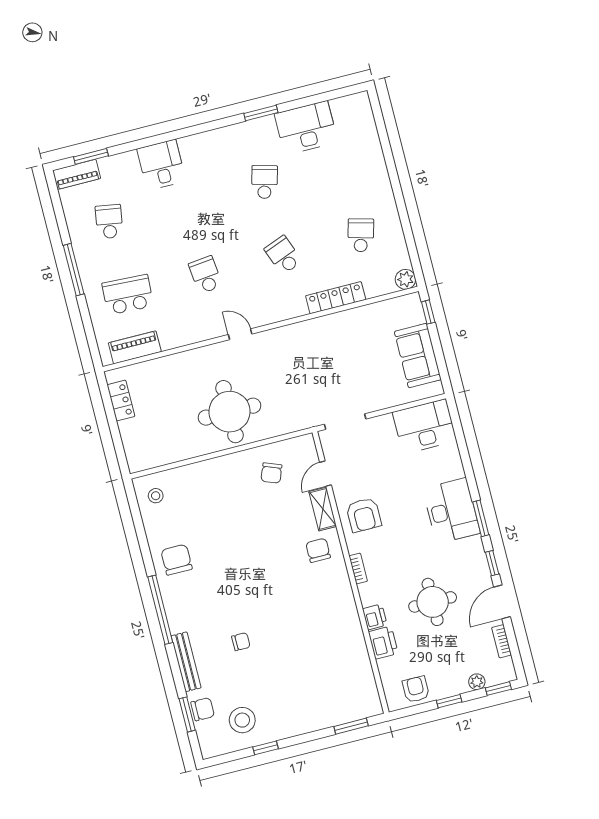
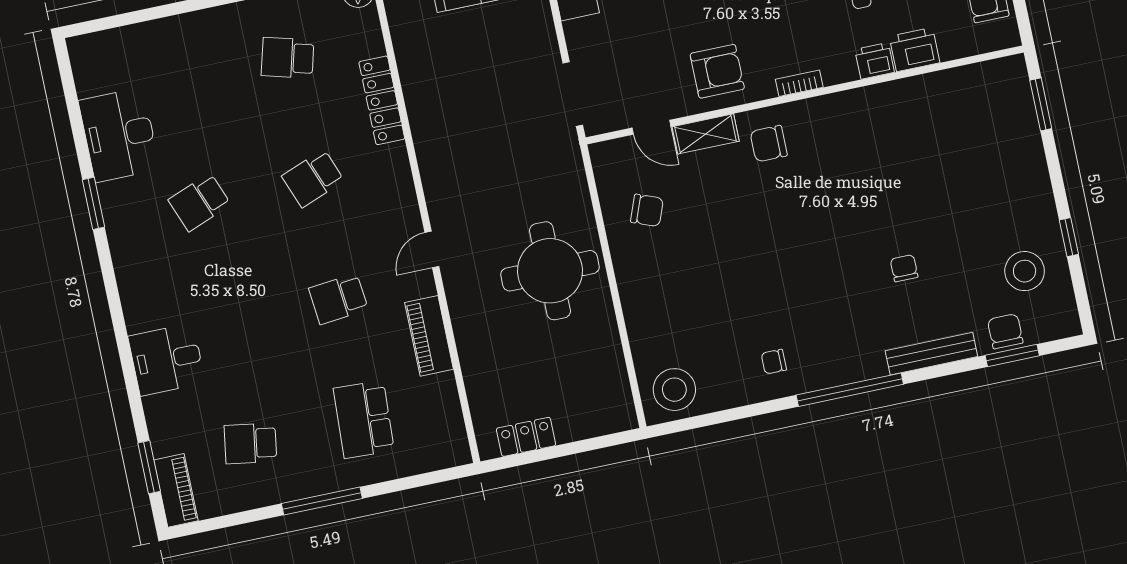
school desk: (265, 182) -> (200, 202), turned -36
piano: (135, 347) -> (429, 336), moved
stool: (156, 496) -> (674, 390), width x1.89, depth x1.89
chair: (177, 560) -> (774, 362), width x0.54, depth x0.54

